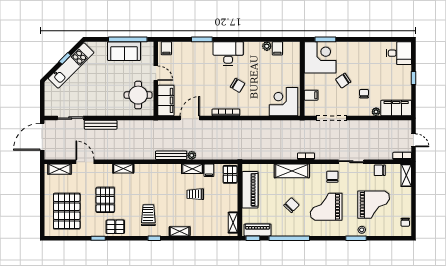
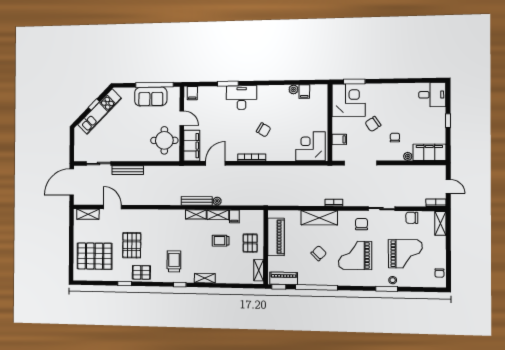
desk: (228, 53) -> (242, 98), moved
shelving: (123, 169) -> (196, 214), moved
pallet: (230, 174) -> (250, 243), moved
pallet: (67, 211) -> (95, 256), turned 90

